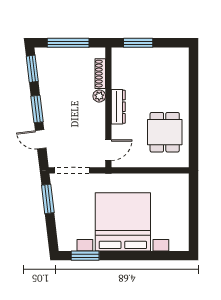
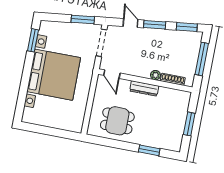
window: (138, 43) -> (189, 124), moved
window: (194, 86) -> (149, 150), added
door: (41, 139) -> (130, 23), hinge flipped

